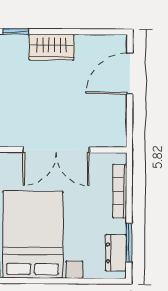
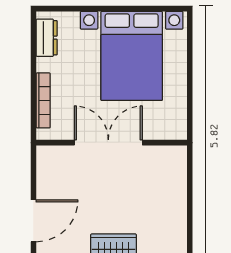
window: (129, 242) -> (33, 48), removed

